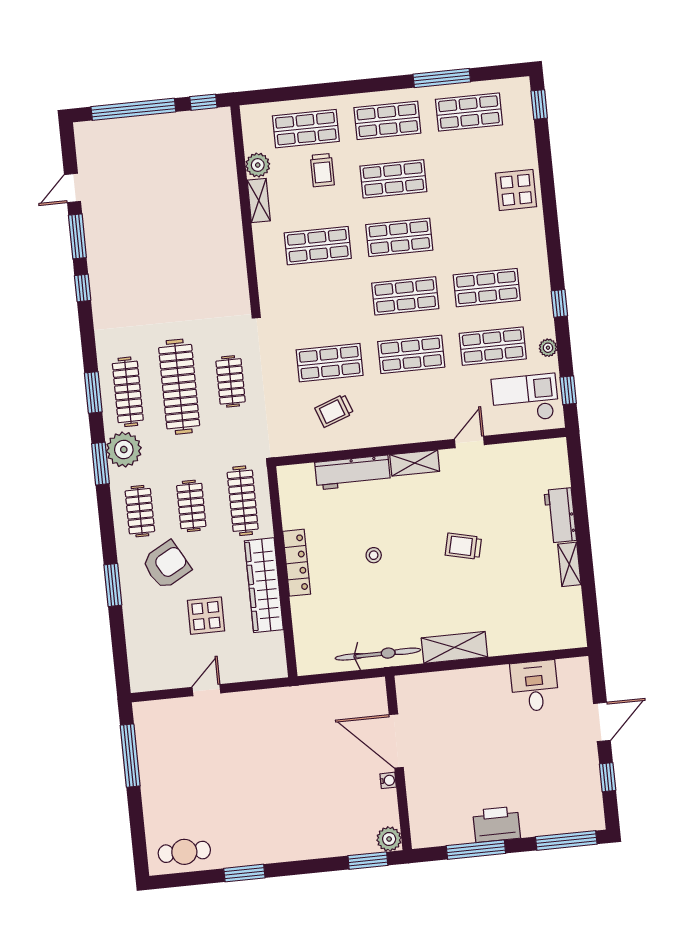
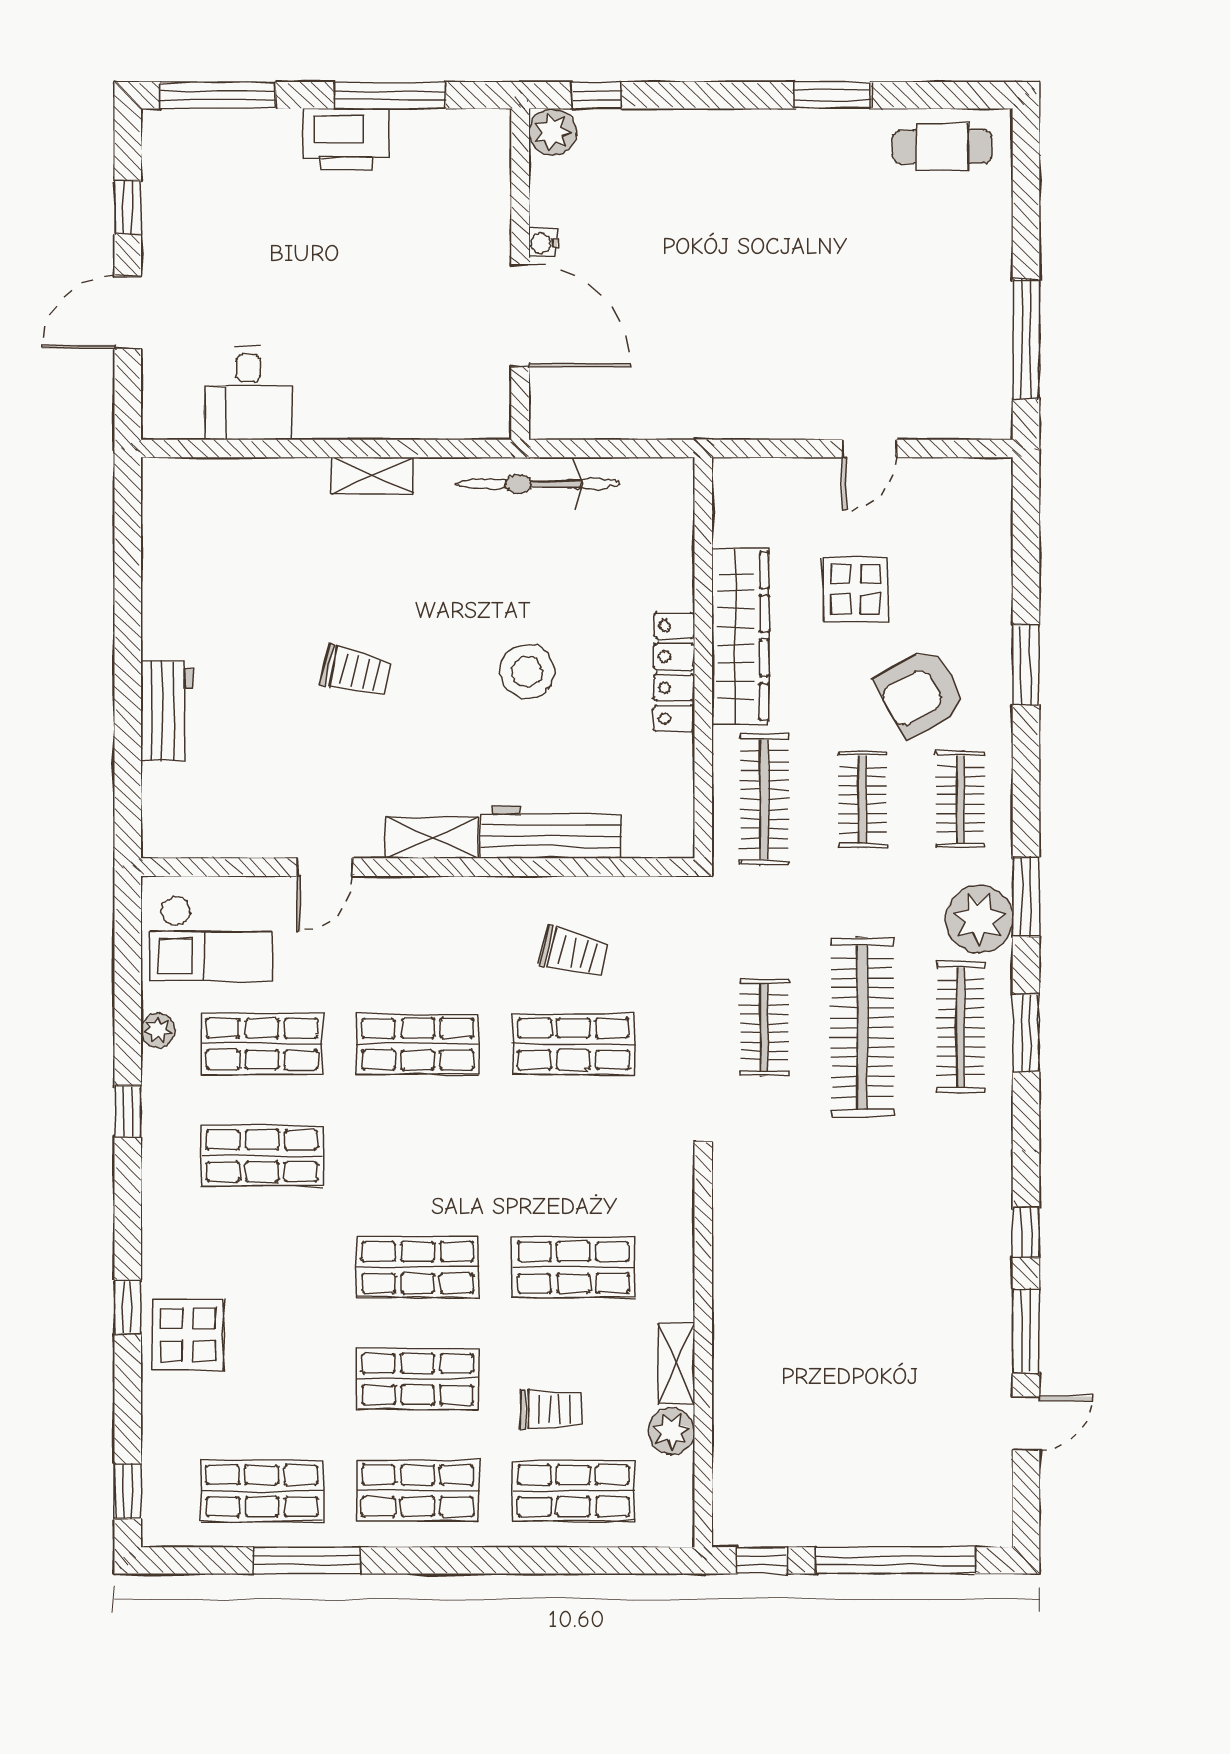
trolley: (322, 170) -> (550, 1409), turned 90
shop shelf: (405, 296) -> (418, 1156), removed
window: (568, 390) -> (128, 1307), moved
trolley: (334, 411) -> (574, 952), turned 34
stool: (374, 555) -> (527, 671), width x1.89, depth x1.89
shelving: (569, 564) -> (159, 616), removed
shelving: (454, 647) -> (372, 475), width x0.67, depth x0.75
window: (368, 861) -> (597, 95), width x0.67

